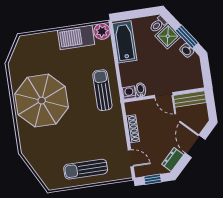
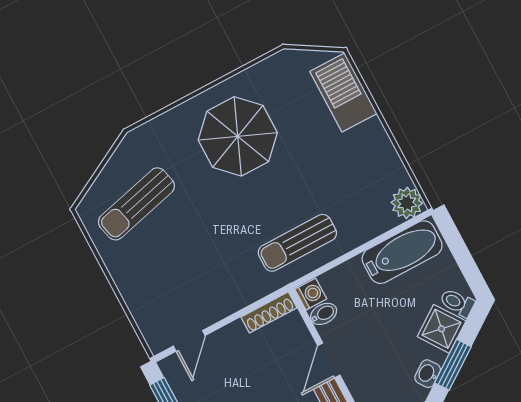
barbecue: (76, 37) -> (343, 93), moved
sun lounger: (102, 90) -> (297, 243), turned 180
parasol: (42, 101) -> (238, 136), width x0.73, depth x0.73
shoe rack: (133, 129) -> (269, 312), moved
sun lounger: (86, 169) -> (136, 204), moved, turned -104

